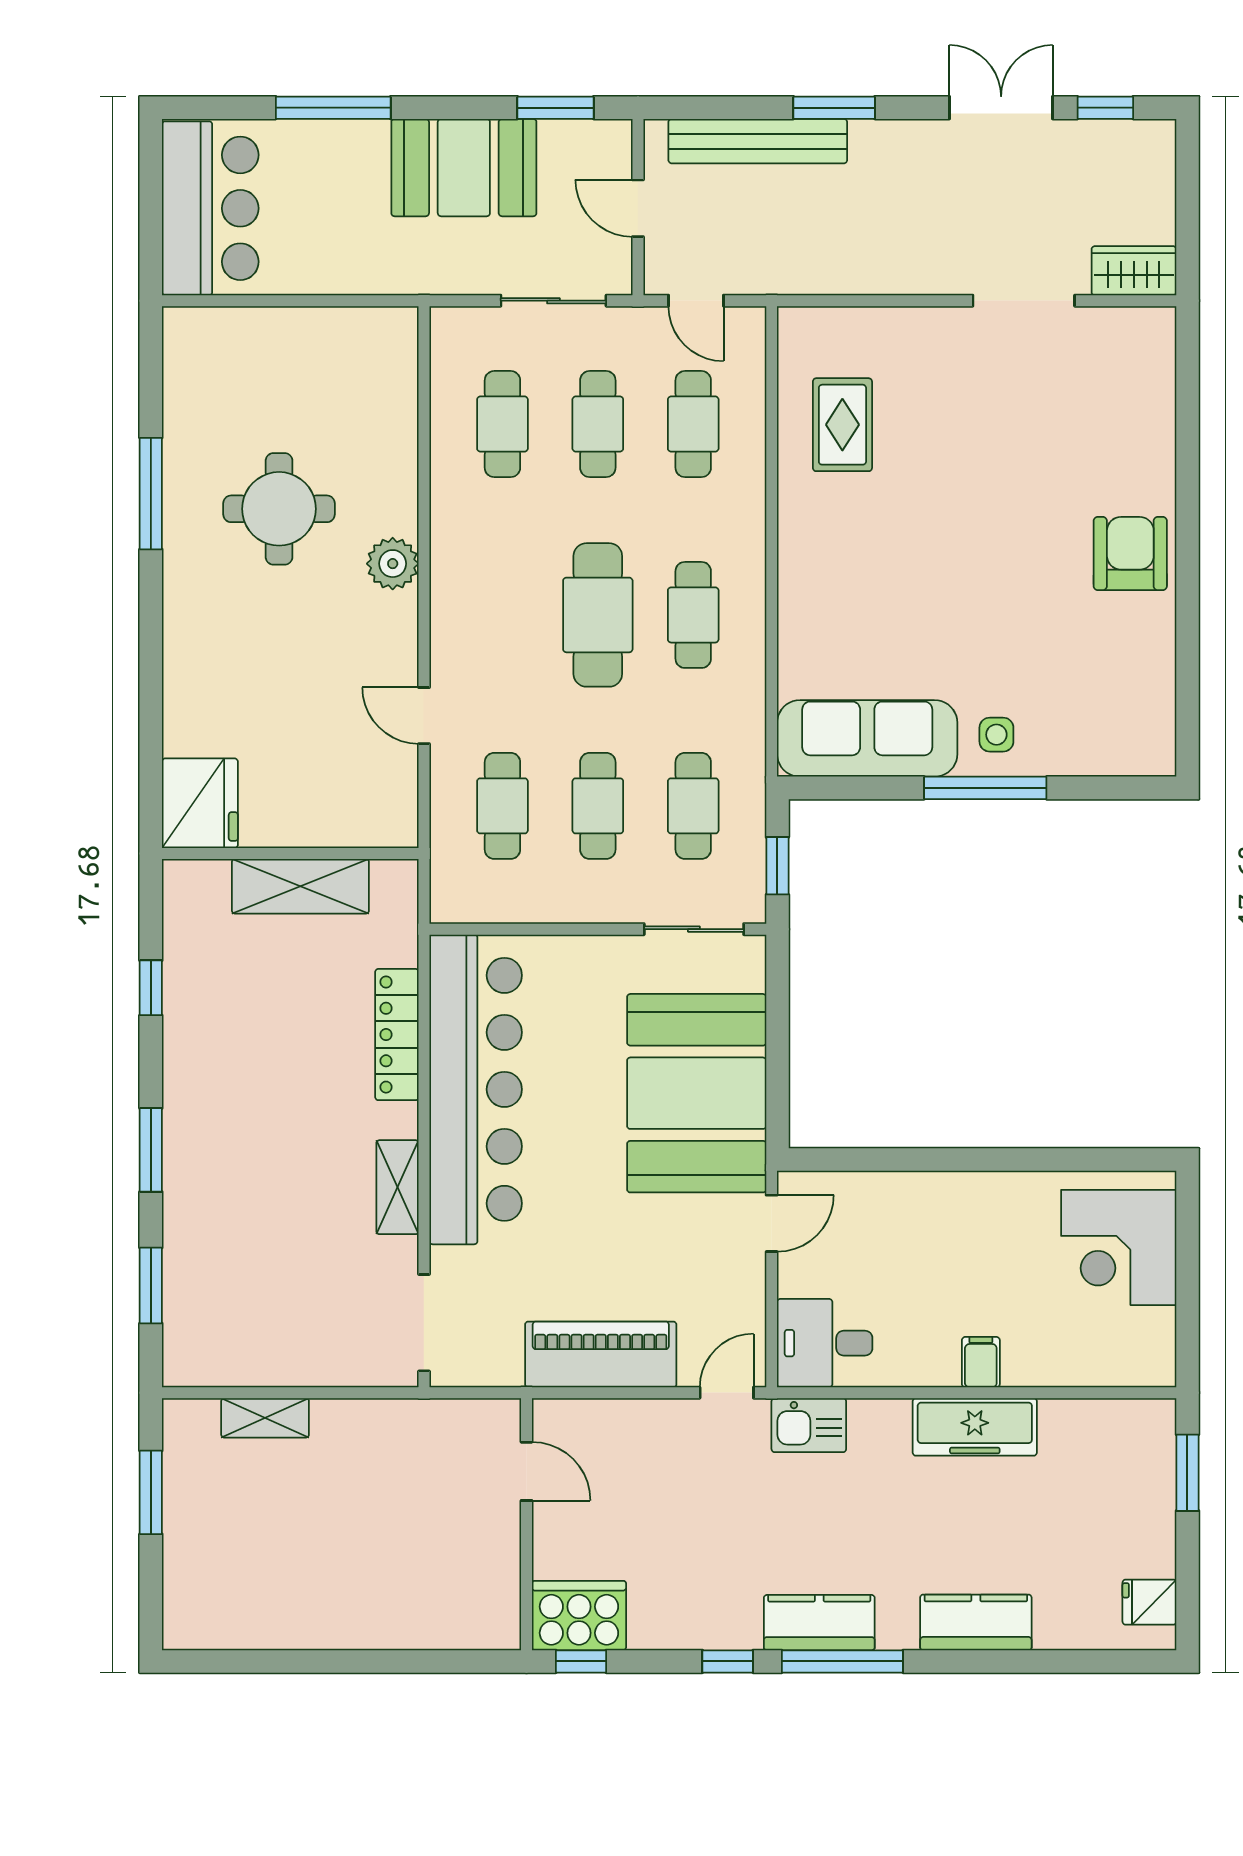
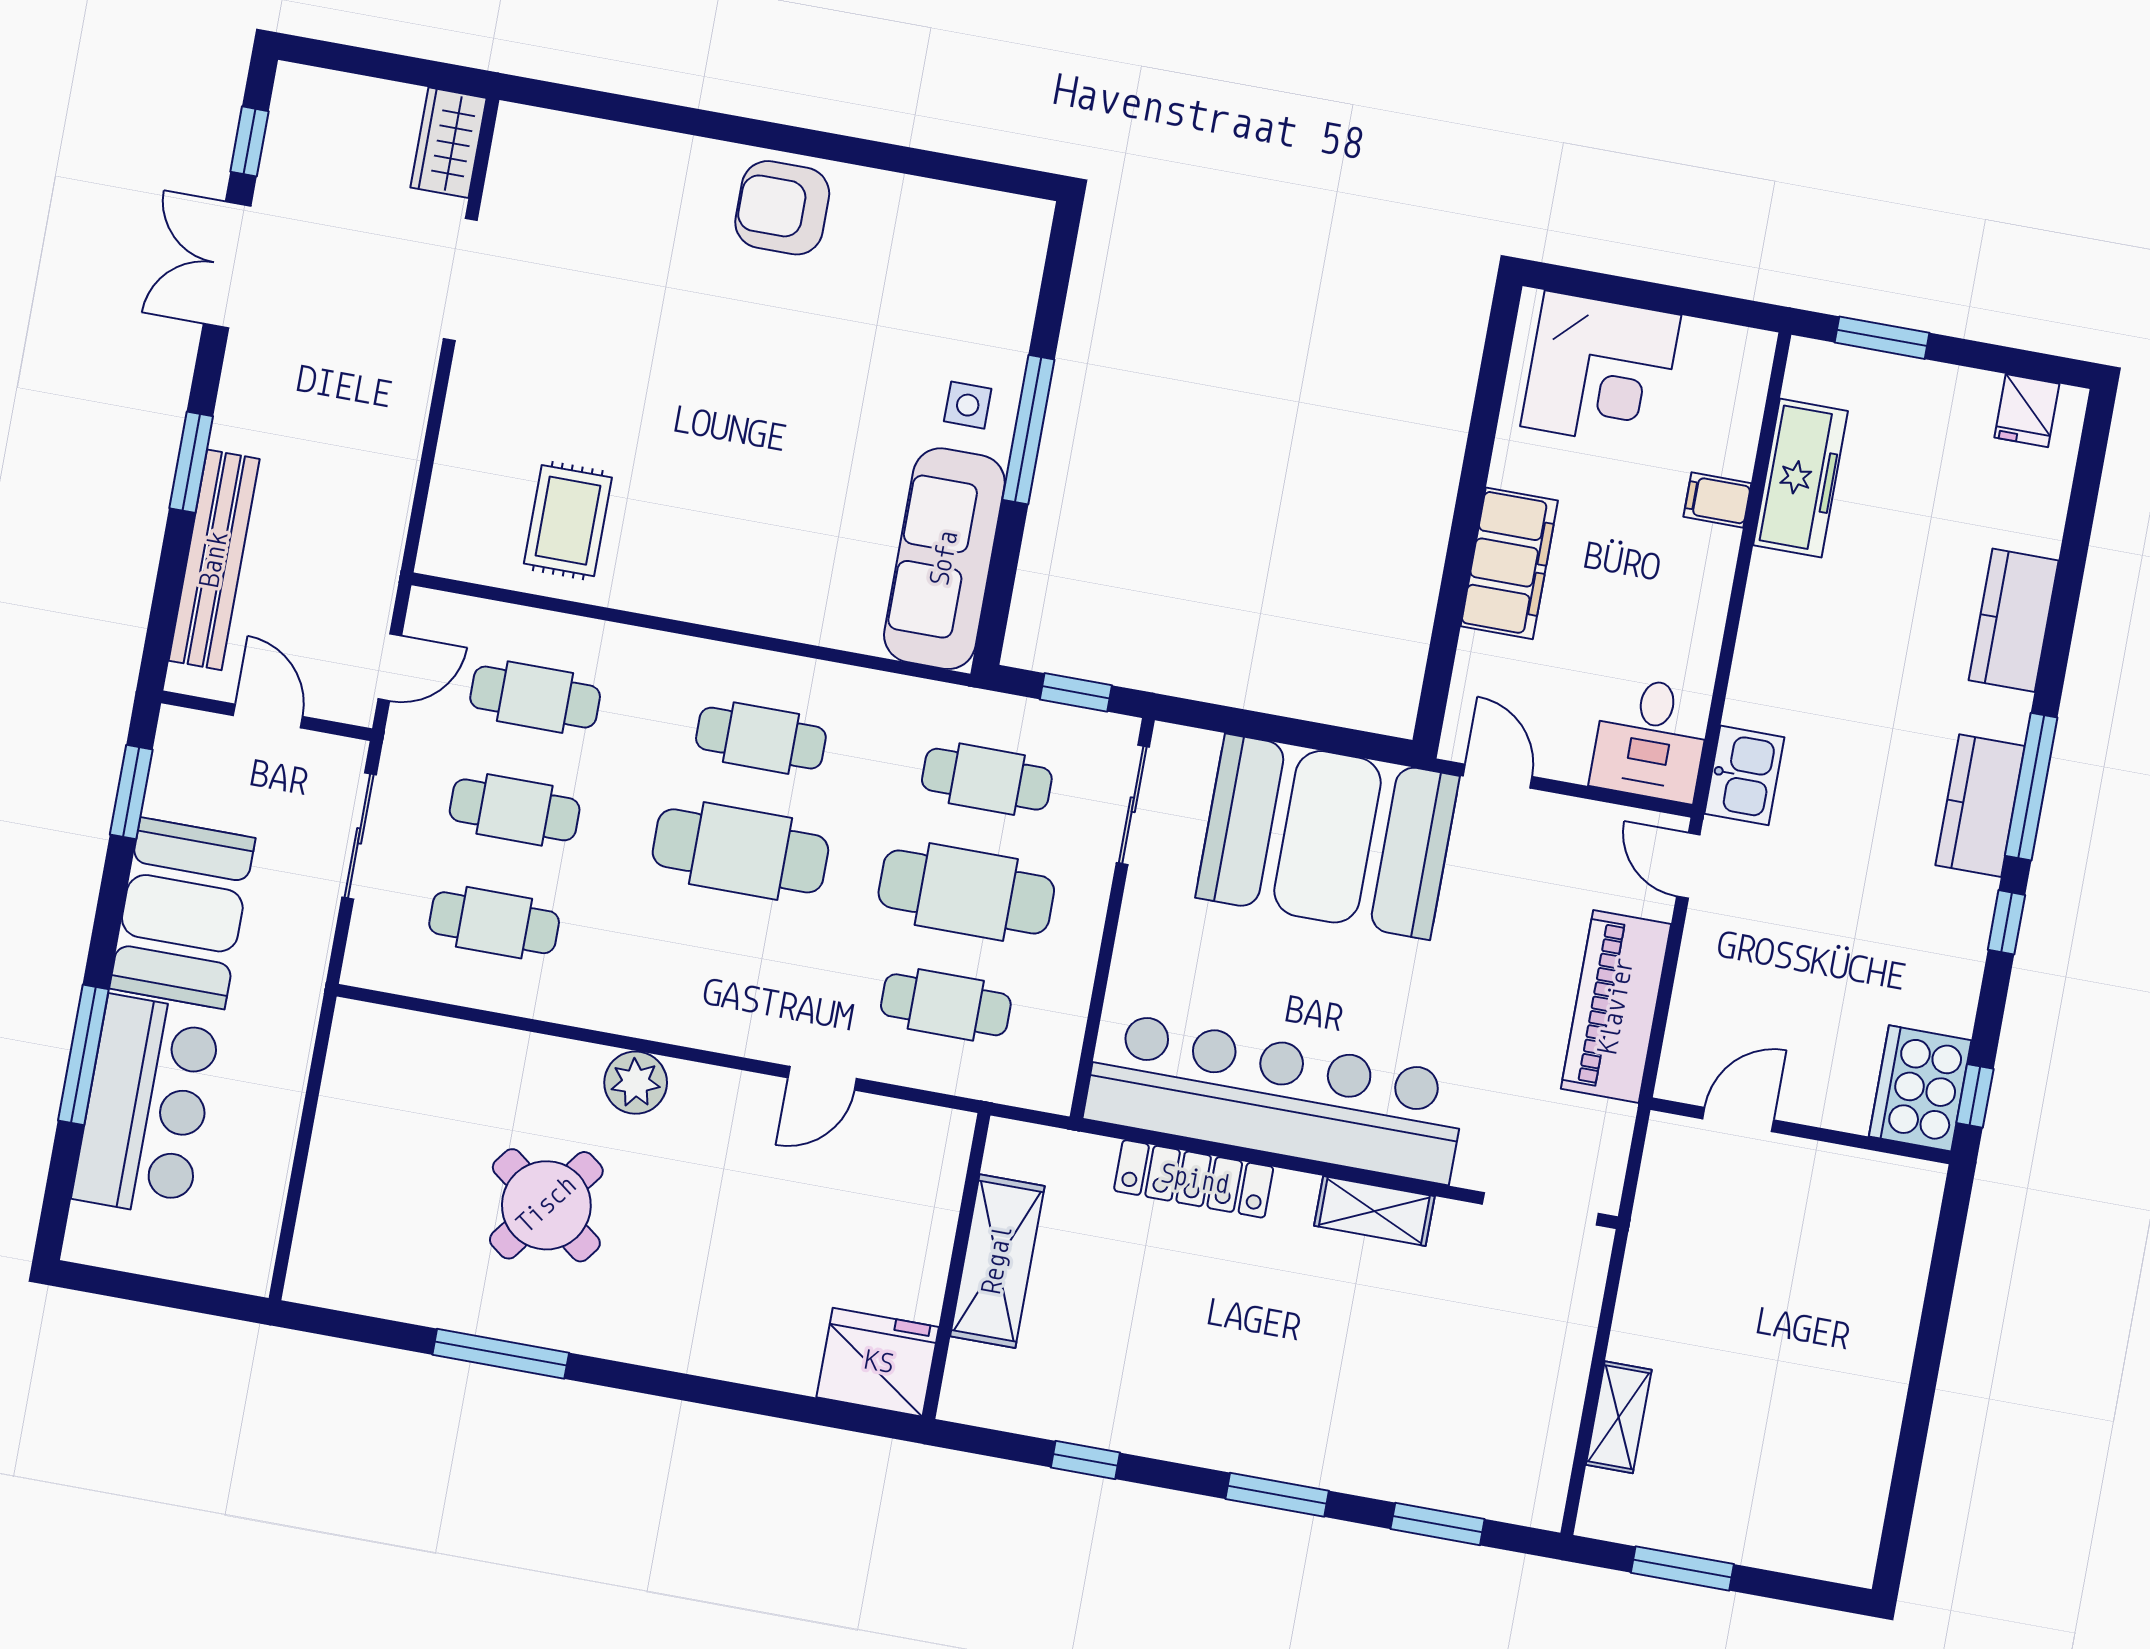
bar counter: (210, 208) -> (147, 1106), moved, turned 90
door: (638, 208) -> (268, 716), swing flipped
rug: (842, 425) -> (568, 521), turned 90
round table: (279, 509) -> (546, 1205), turned 37
cafe table: (598, 806) -> (966, 892), width x1.37, depth x1.35
filing cabinet: (947, 1201) -> (1509, 563), added
filing cabinet: (981, 1362) -> (1717, 500), moved
freezer: (975, 1427) -> (1801, 478), moved

